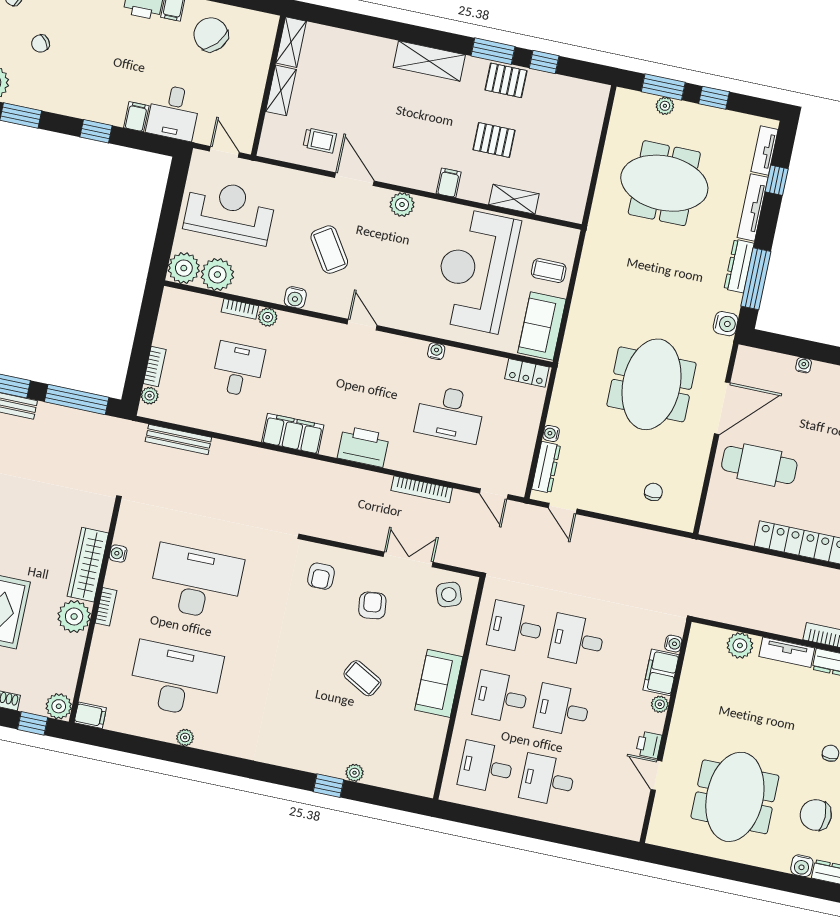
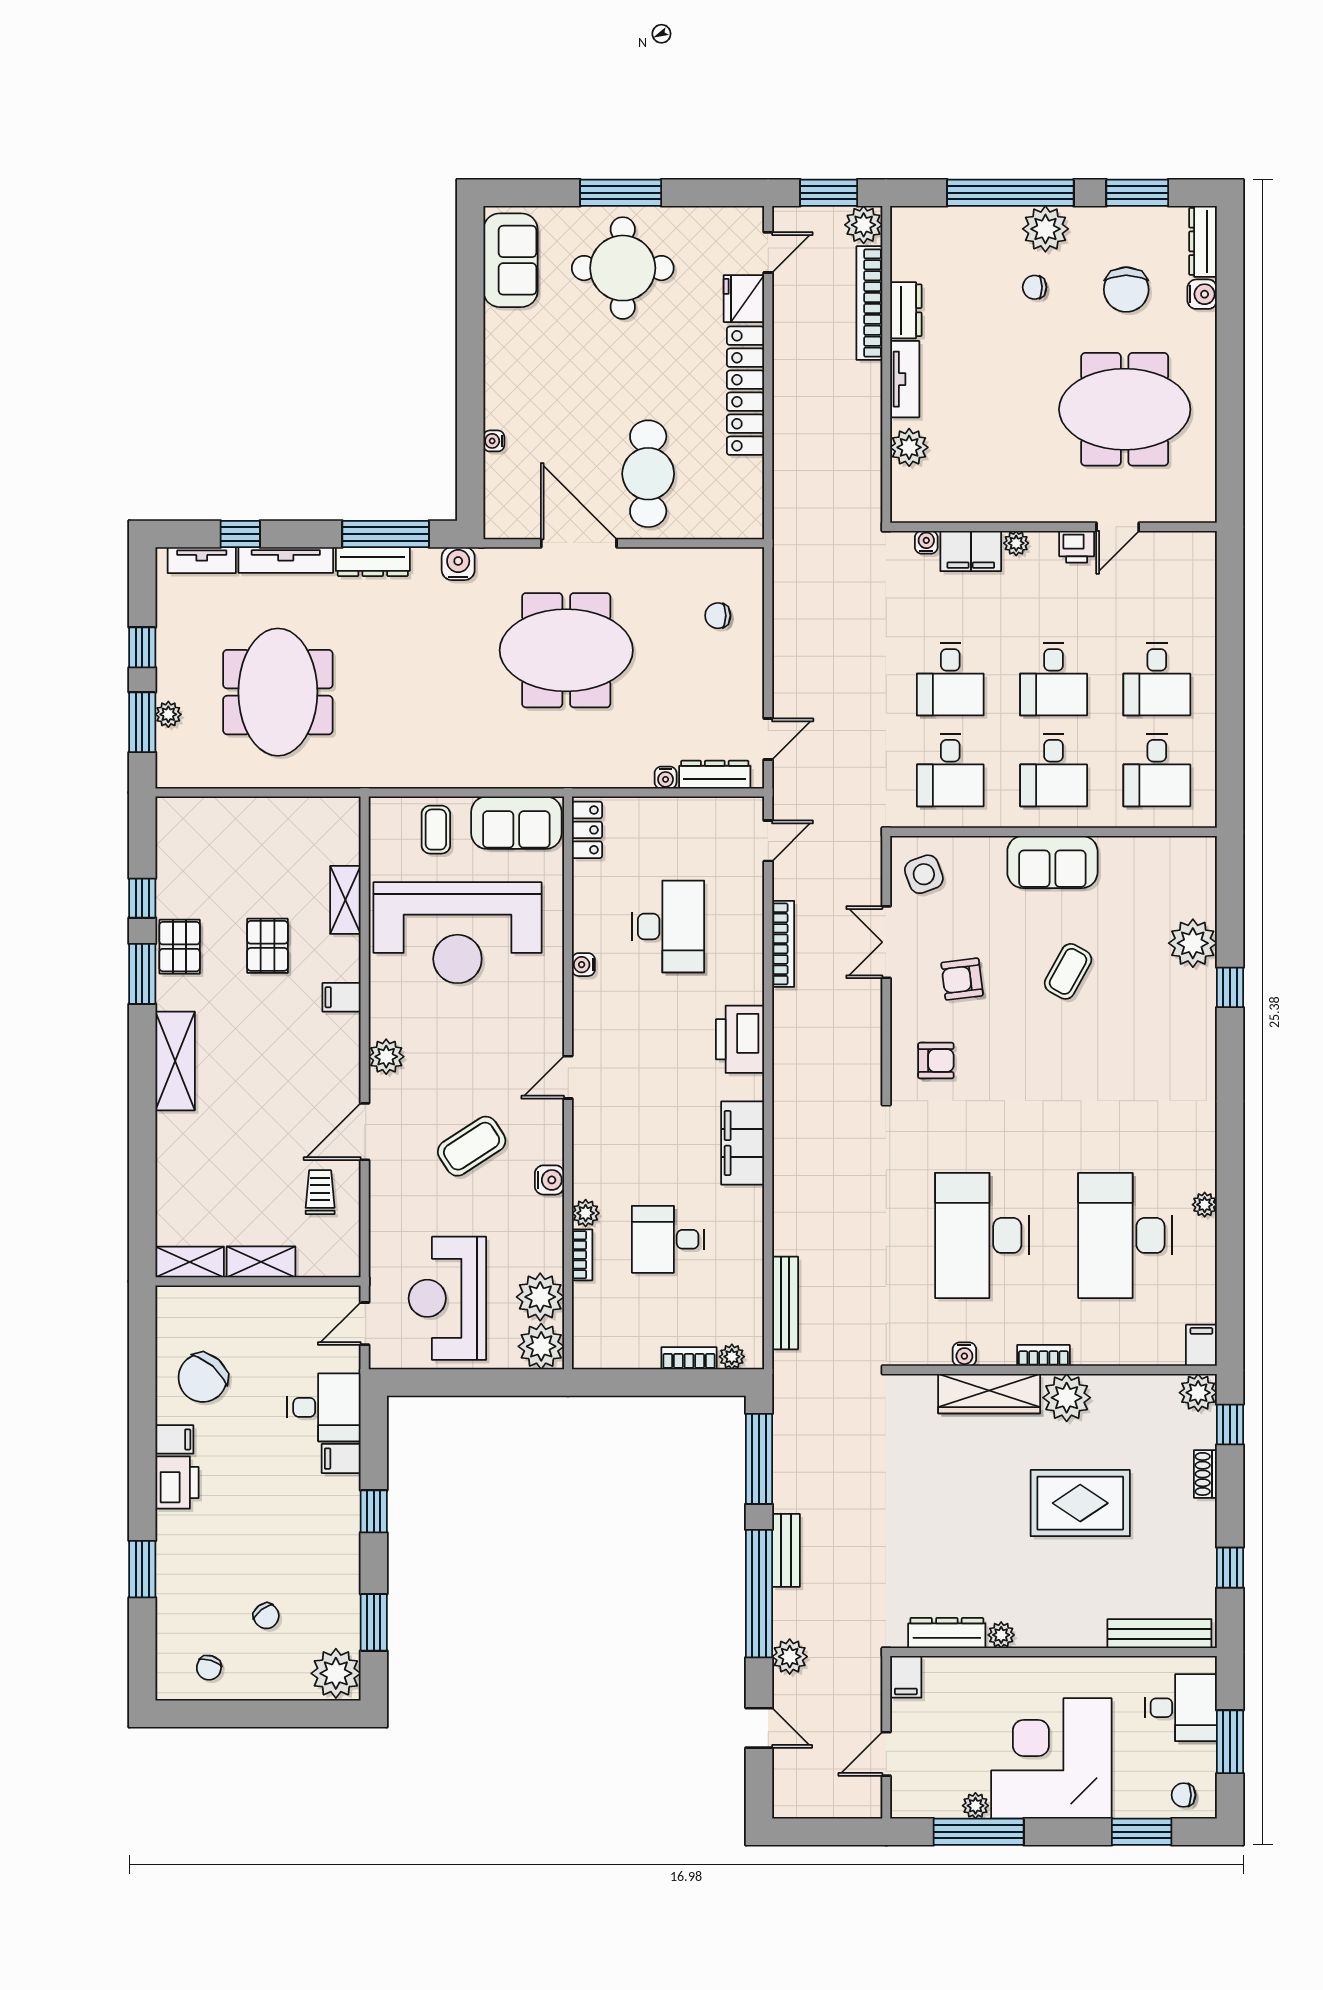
plant: (355, 773) -> (1193, 943), width x1.88, depth x1.88

